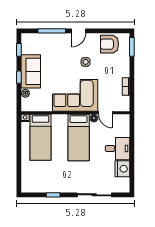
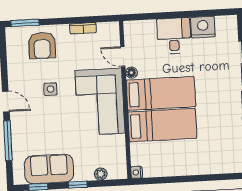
armchair: (109, 44) -> (42, 45), moved
sofa: (31, 71) -> (49, 169), moved
door: (105, 113) -> (123, 56), swing flipped
bed: (41, 137) -> (162, 125), moved

